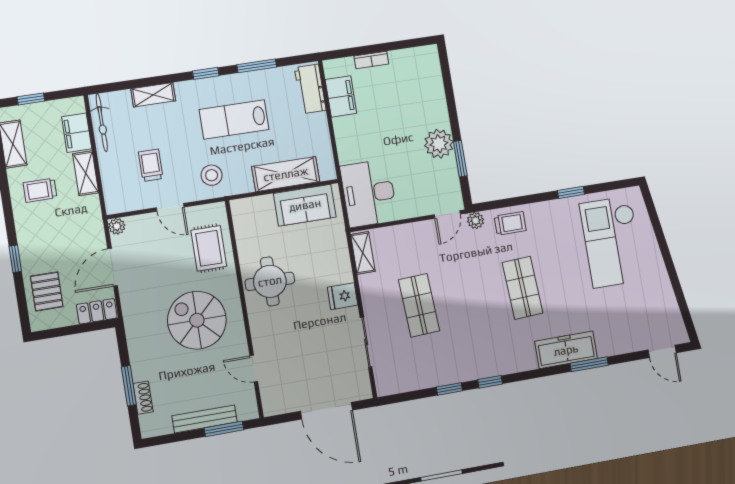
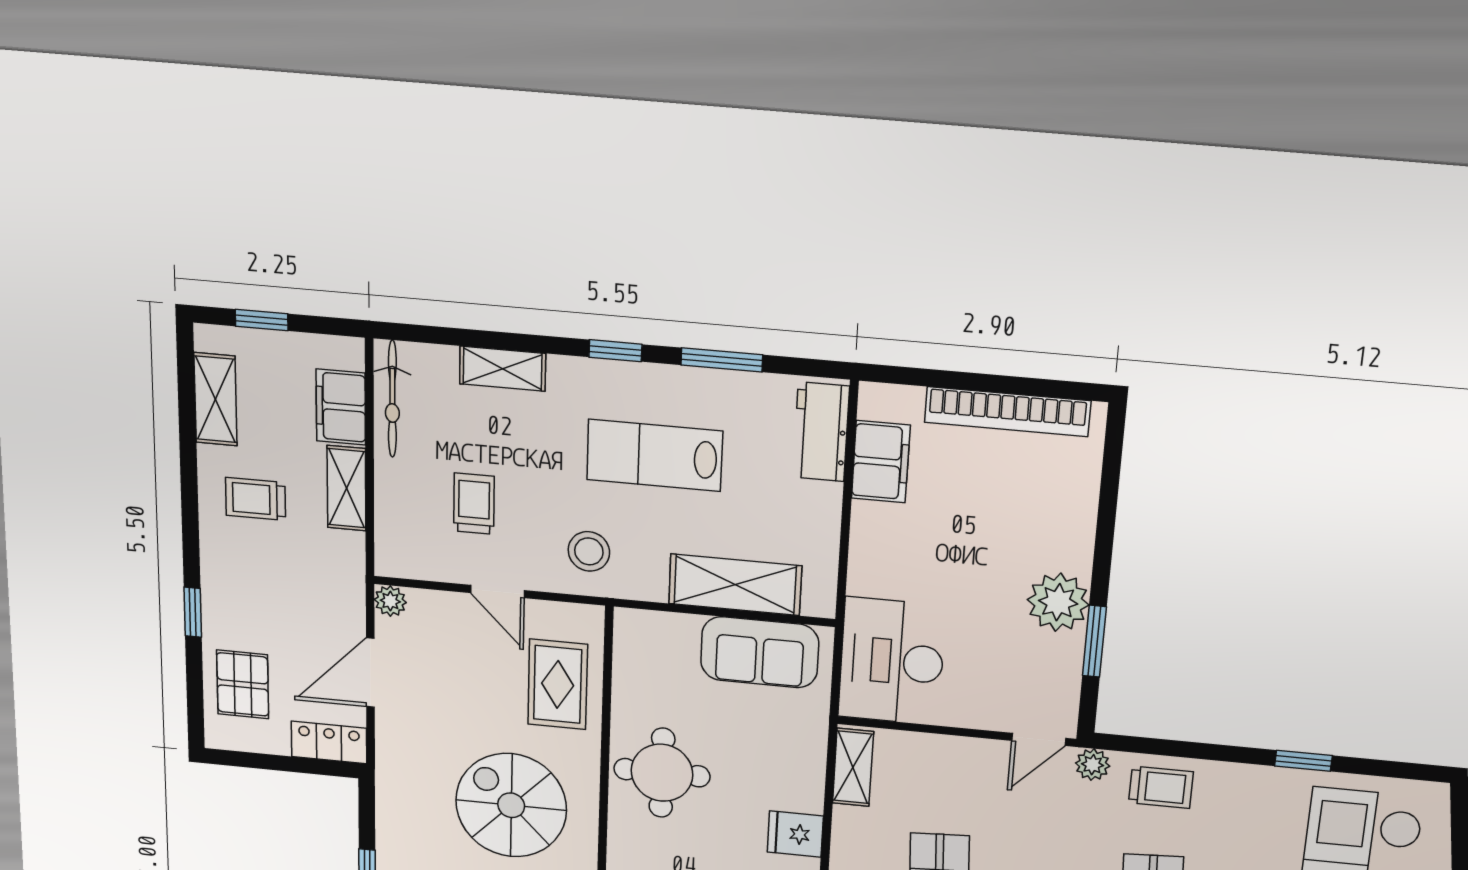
bookcase: (371, 60) -> (1008, 412), width x2.31, depth x1.31

